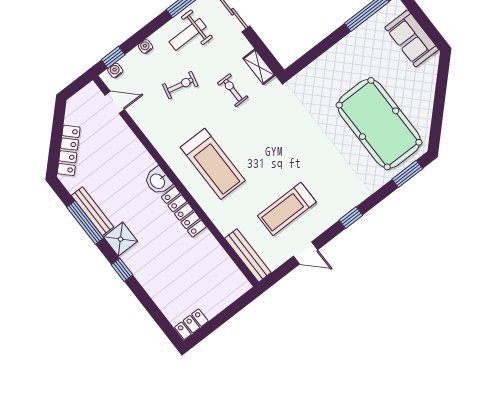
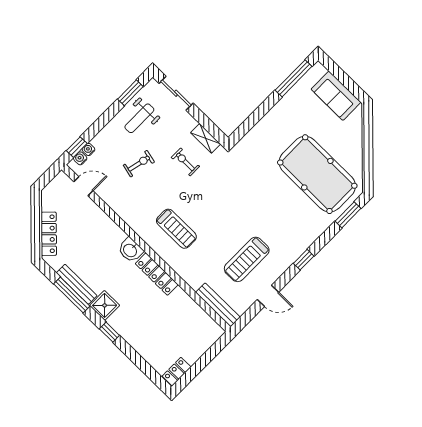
water cooler: (145, 47) -> (88, 149), moved
treadmill: (213, 164) -> (176, 229), width x0.73, depth x0.73

